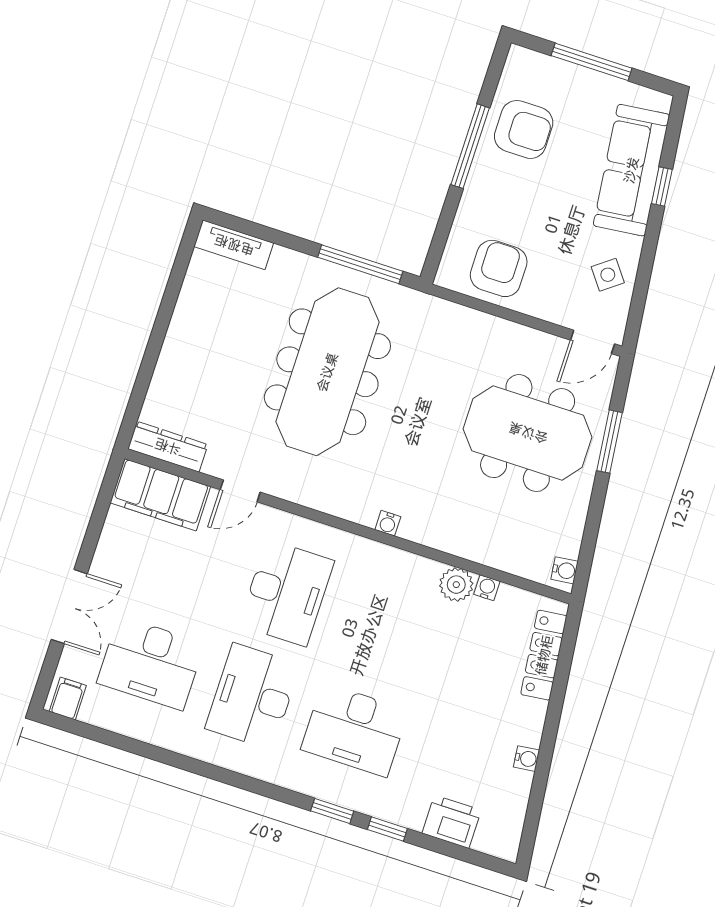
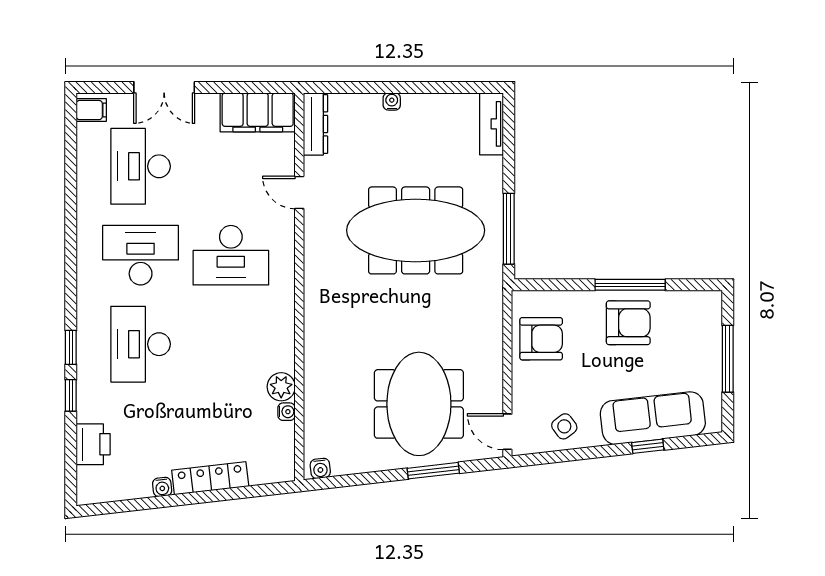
armchair: (524, 129) -> (628, 323), moved, turned -90
filing cabinet: (160, 495) -> (258, 112), moved, turned -90
water cooler: (388, 523) -> (392, 101), moved, turned 90
locker: (544, 655) -> (210, 478), moved

